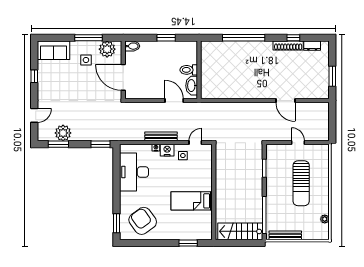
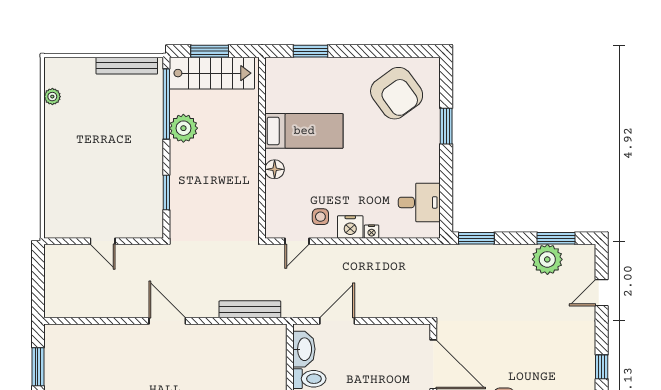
door: (174, 100) -> (337, 321), swing flipped
door: (285, 100) -> (167, 321), moved
bench: (161, 136) -> (250, 309), moved
desk: (134, 172) -> (419, 202), width x0.53, depth x0.77
floor lamp: (207, 181) -> (275, 169), added
sun lounger: (301, 183) -> (97, 164), removed
plant: (255, 202) -> (183, 128), added
window: (116, 223) -> (446, 126), moved
window: (242, 243) -> (210, 51), added

